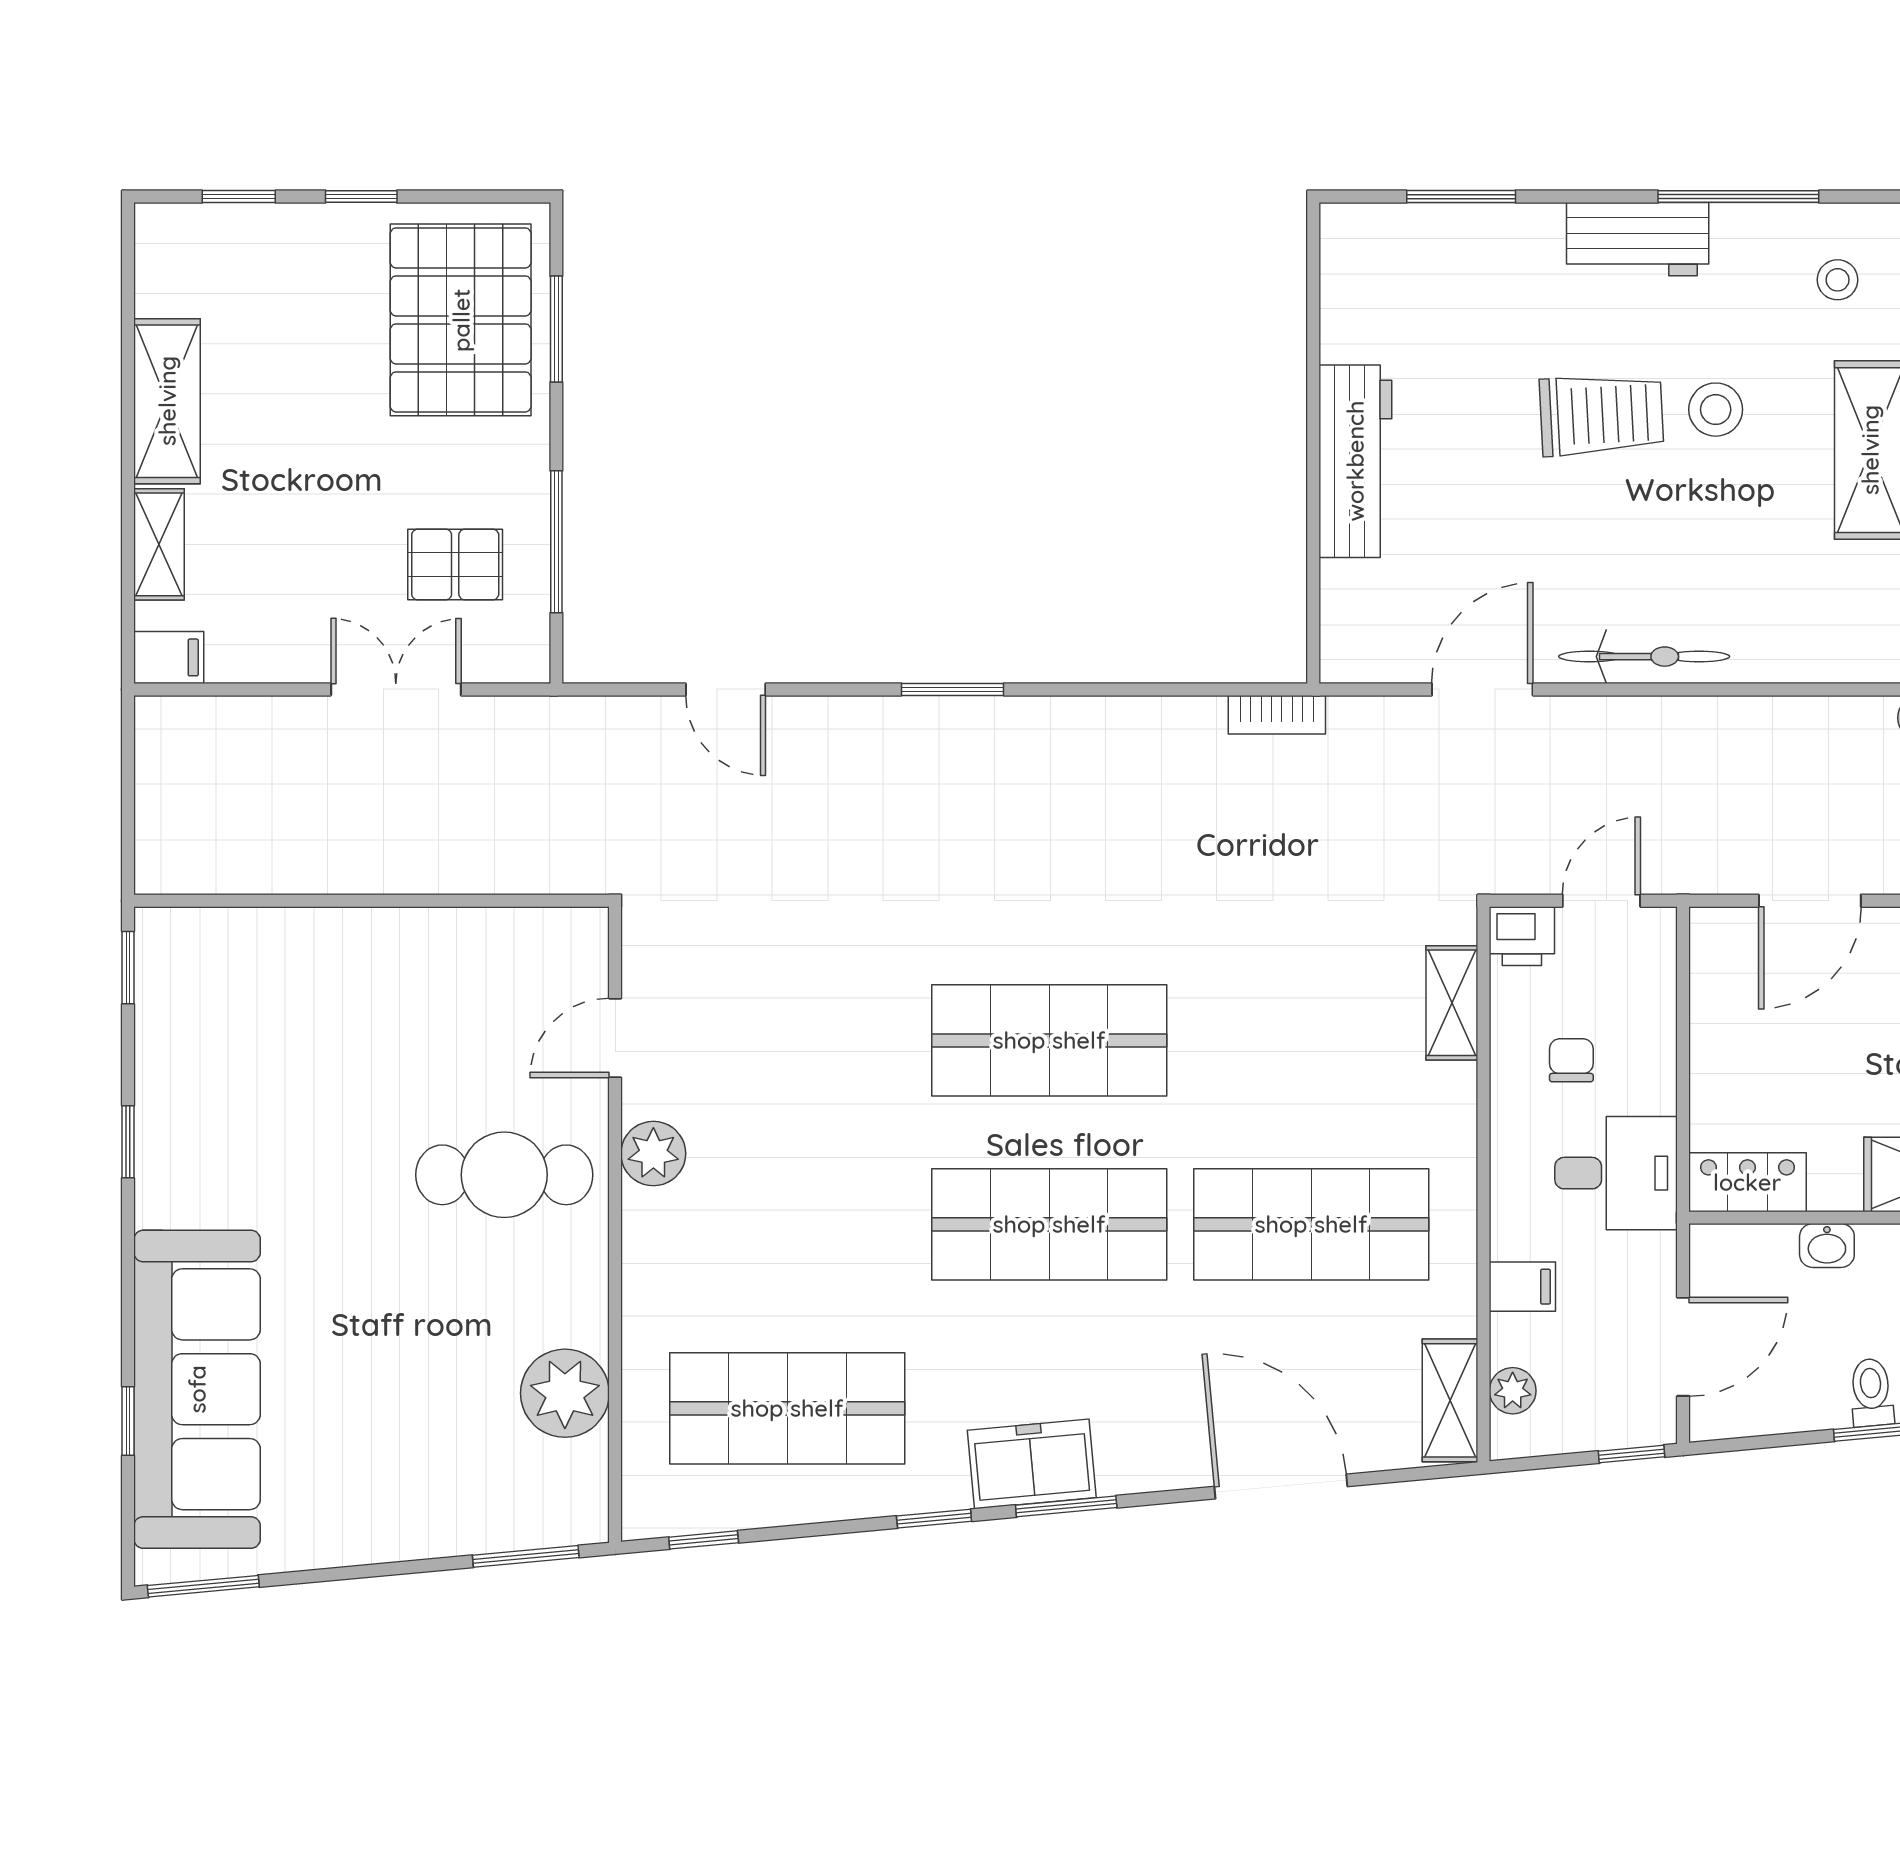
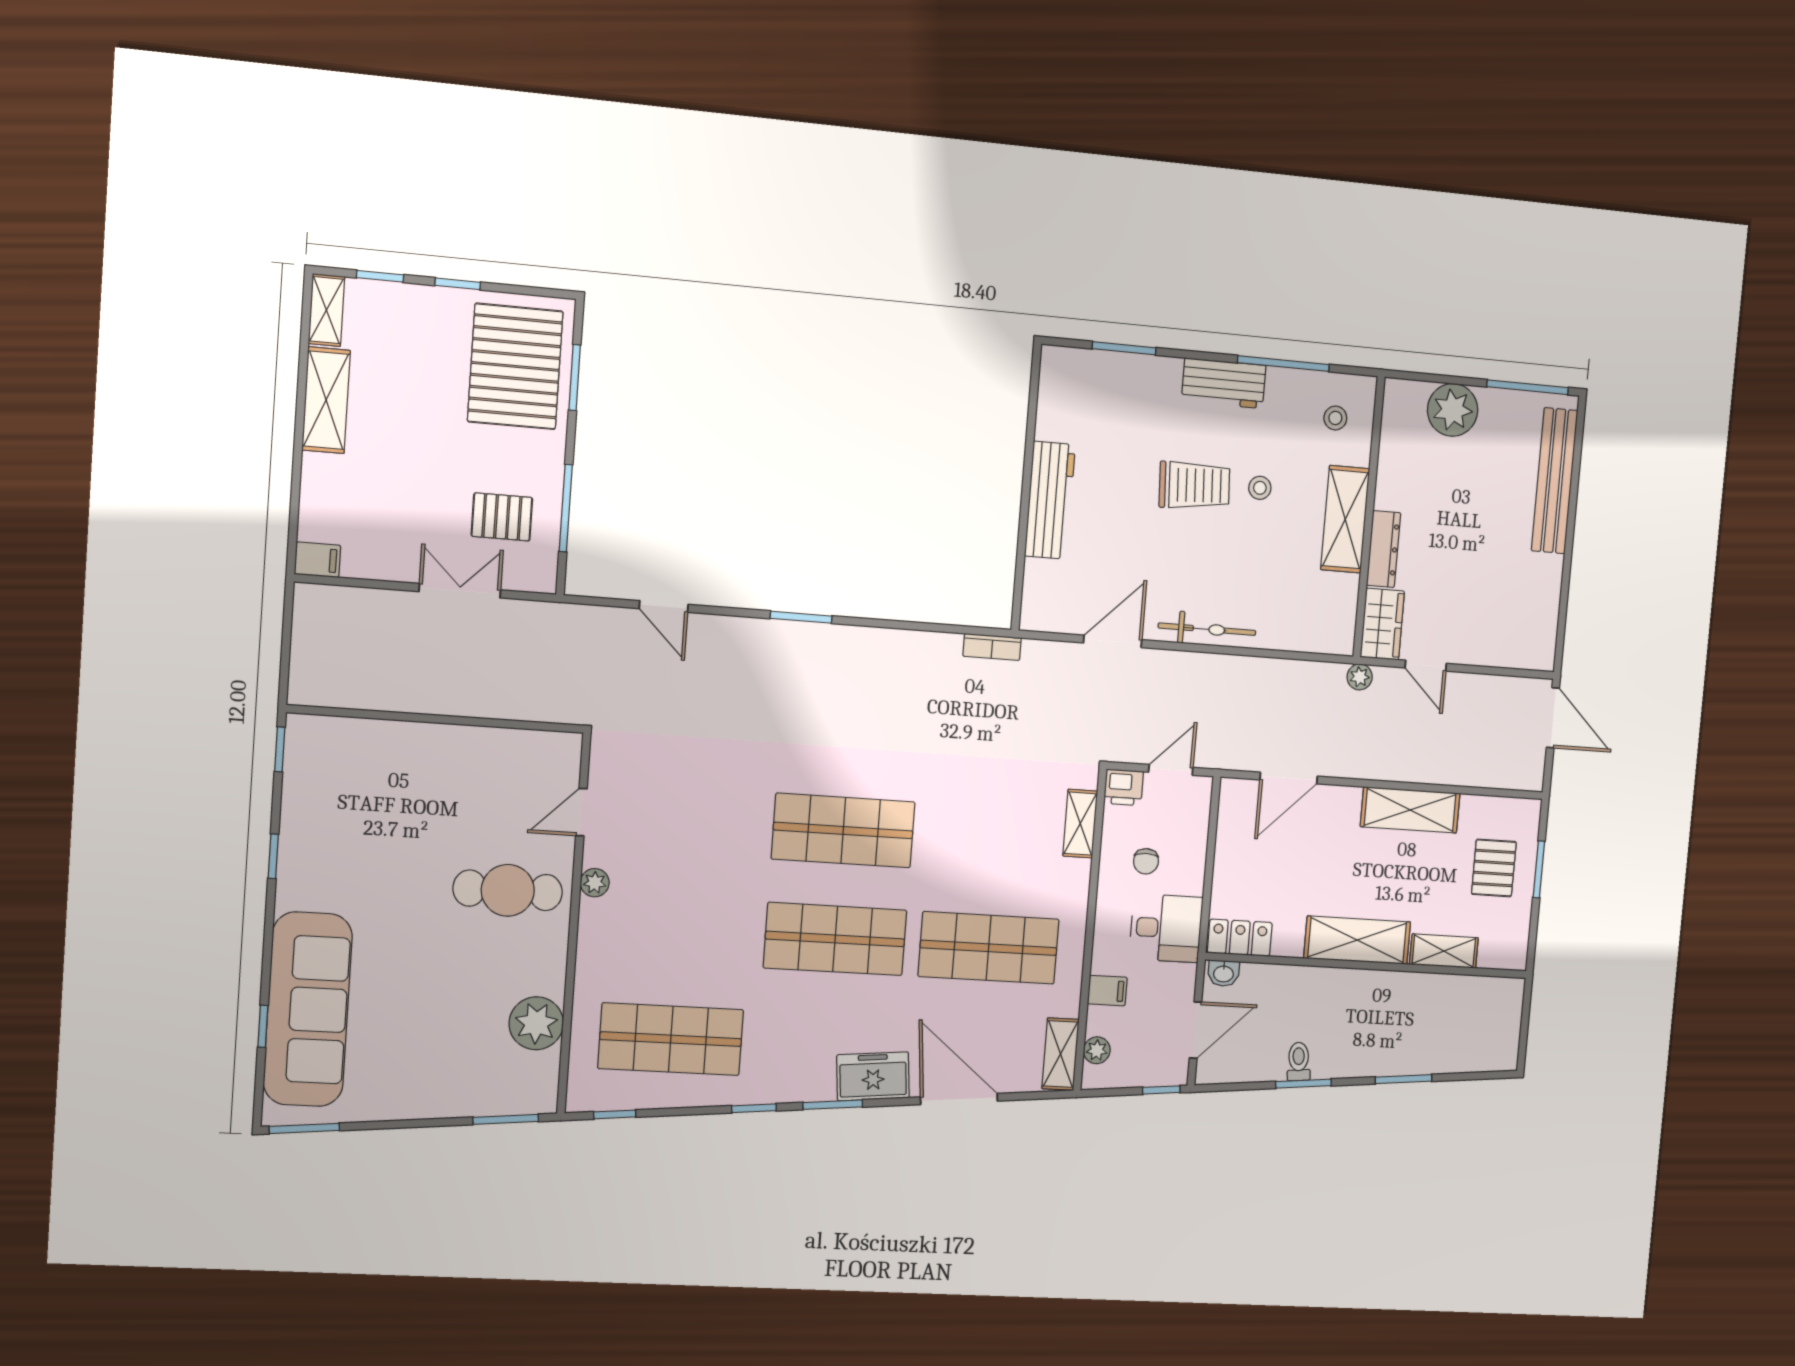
stool: (1716, 410) -> (1260, 488), width x0.73, depth x0.73
shelving: (159, 544) -> (326, 310), moved
chair: (1571, 1060) -> (1146, 861), turned 180
plant: (653, 1154) -> (595, 883), width x0.73, depth x0.73
washbasin: (1827, 1246) -> (1224, 973), moved
freezer: (1032, 1464) -> (873, 1076), moved

